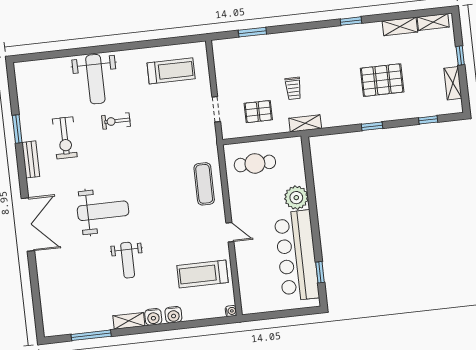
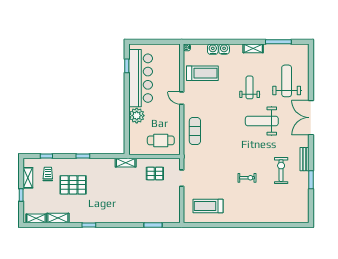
weight bench: (95, 79) -> (287, 81), moved
trolley: (293, 88) -> (48, 174), moved
water cooler: (153, 317) -> (213, 49), moved

